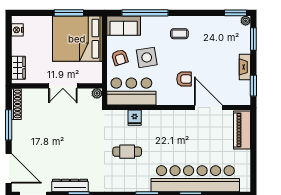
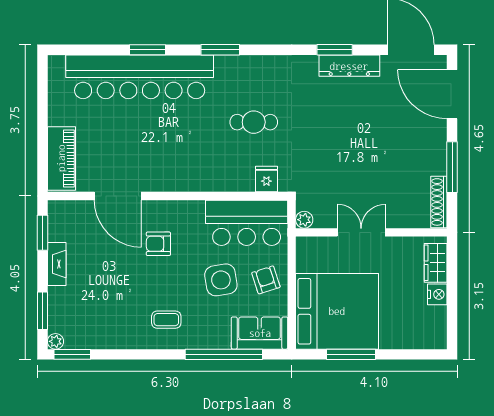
nightstand: (17, 30) -> (437, 294), moved
fridge: (135, 118) -> (266, 179), moved

